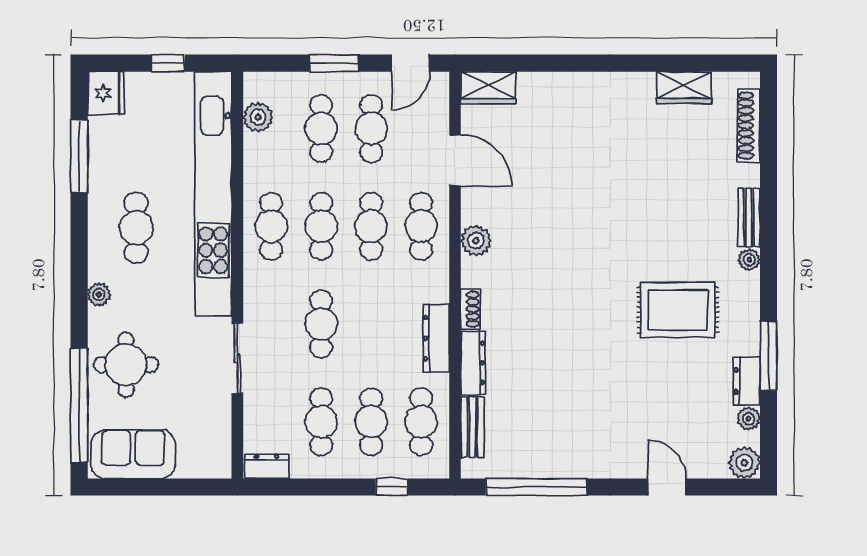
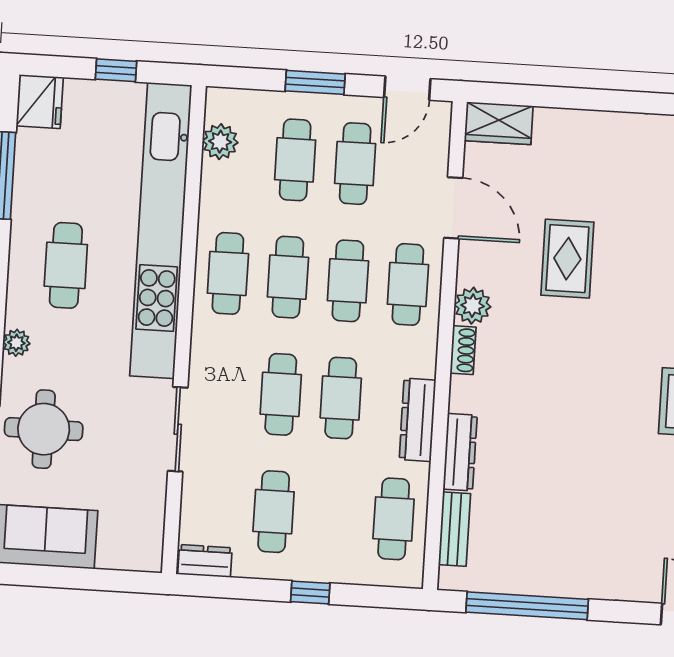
rug: (552, 197) -> (567, 259), added
shoe rack: (470, 309) -> (463, 350), moved
cafe table: (371, 422) -> (341, 398), moved
window: (392, 487) -> (310, 592), moved

